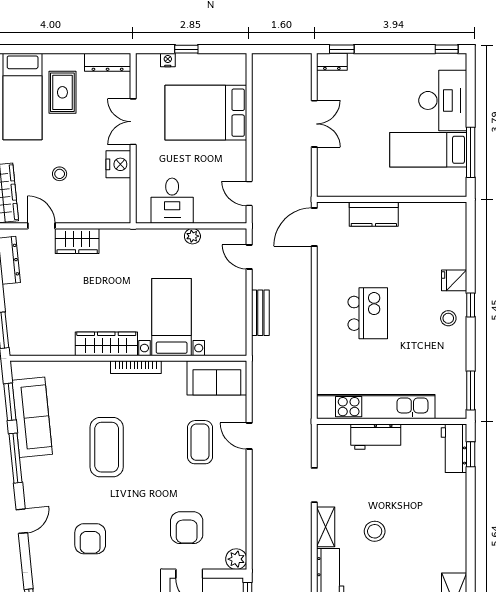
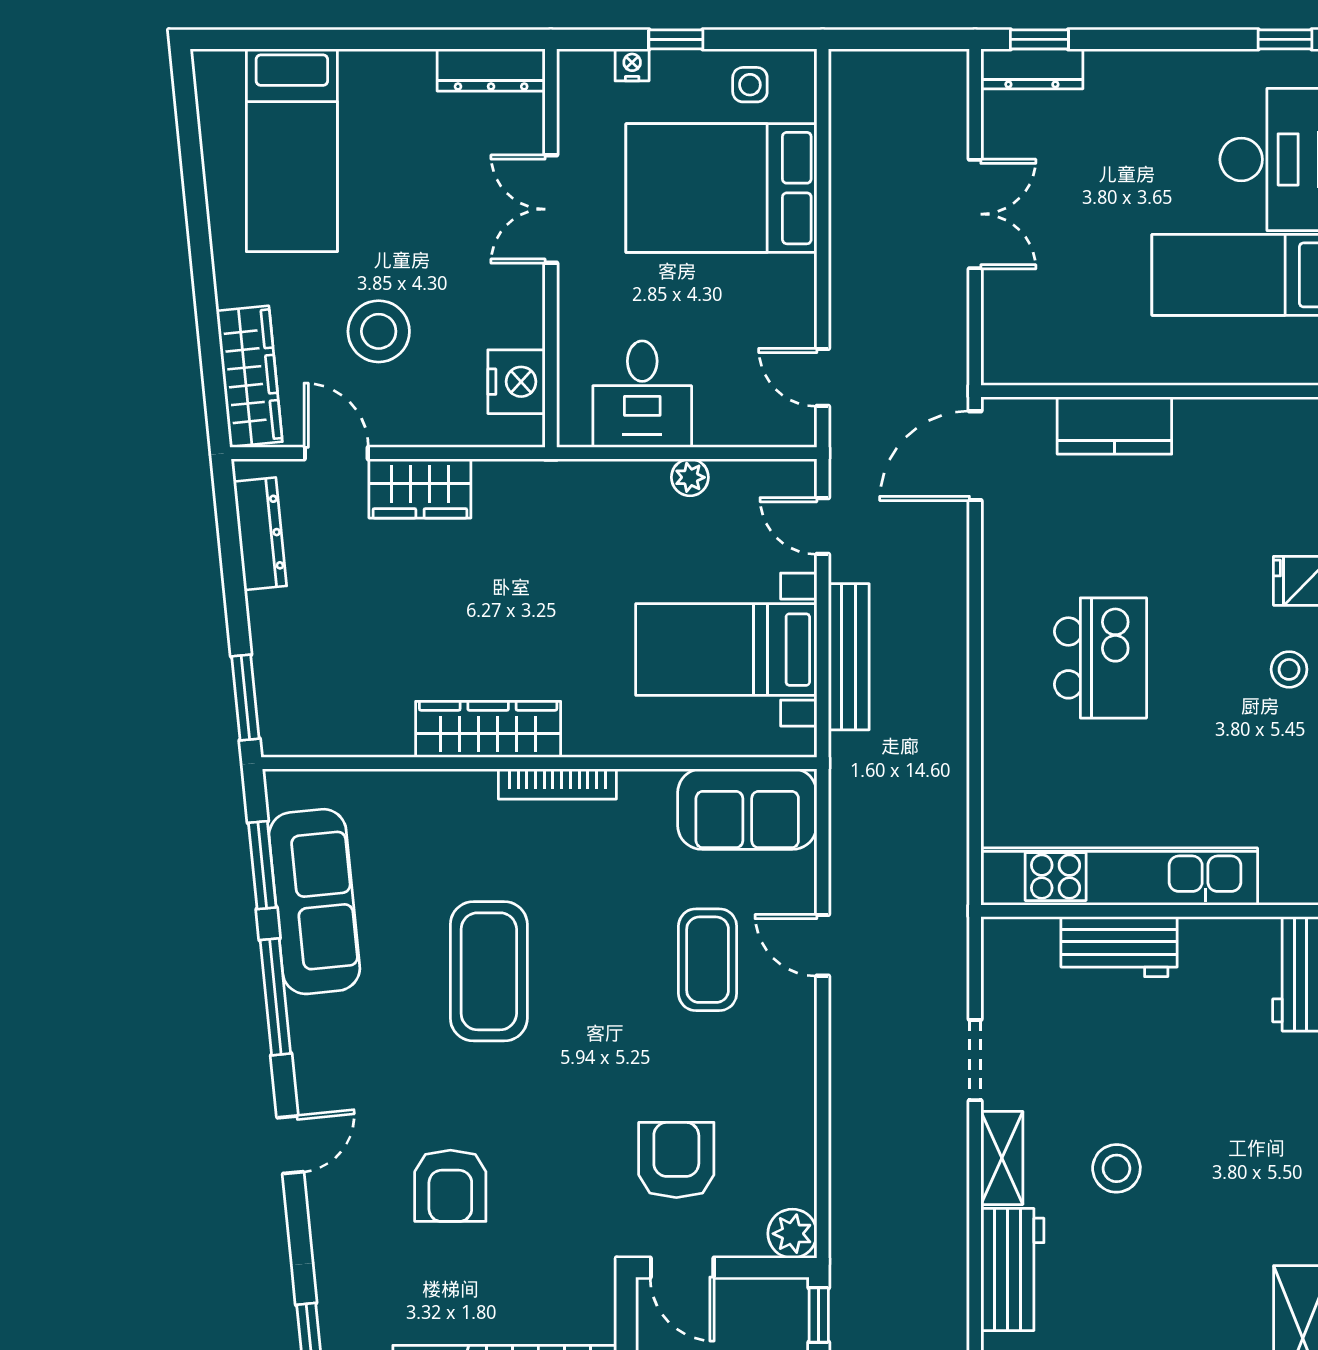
dresser: (332, 62) -> (1032, 69), width x1.44
side table: (218, 69) -> (750, 85), added
rug: (62, 92) -> (385, 140), removed
nightstand: (118, 164) -> (516, 382), moved
stool: (60, 174) -> (379, 331), width x1.89, depth x1.89
bench: (260, 313) -> (849, 657), width x1.36
bed with nightstands: (172, 317) -> (726, 650), moved, turned -90
armchair: (187, 528) -> (676, 1160), turned 180

